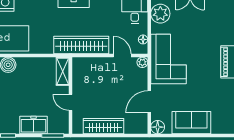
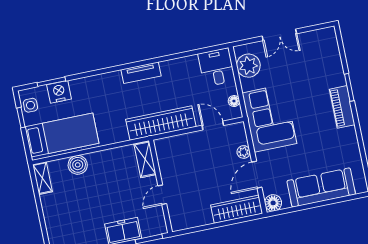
plant: (142, 62) -> (244, 152), moved
door: (71, 102) -> (162, 195), hinge flipped
sofa: (191, 123) -> (321, 188), width x1.36
wardrobe: (104, 126) -> (237, 209), moved

